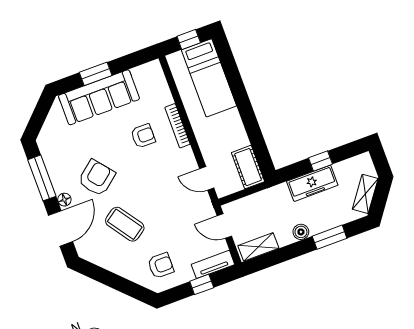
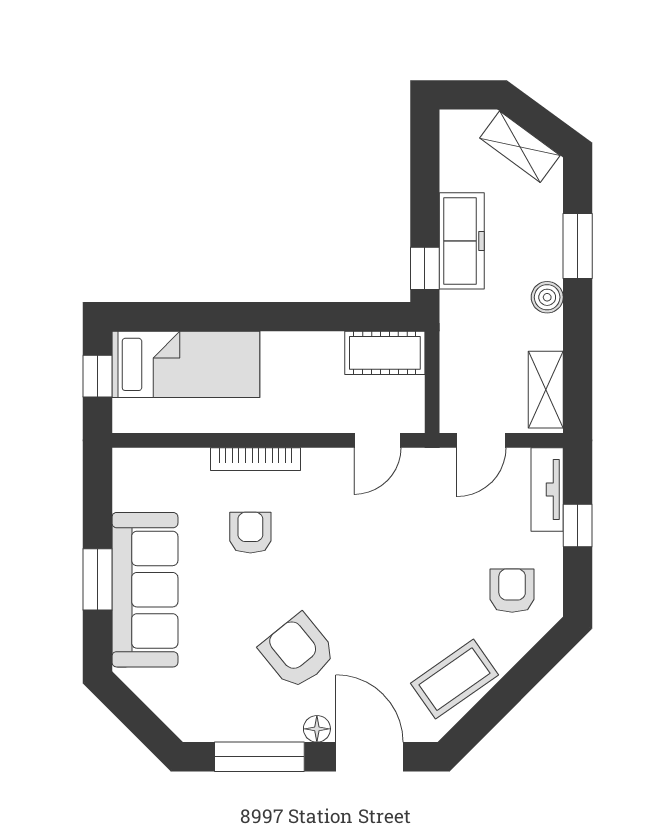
window: (321, 161) -> (425, 268), moved
coffee table: (125, 224) -> (454, 679), moved

